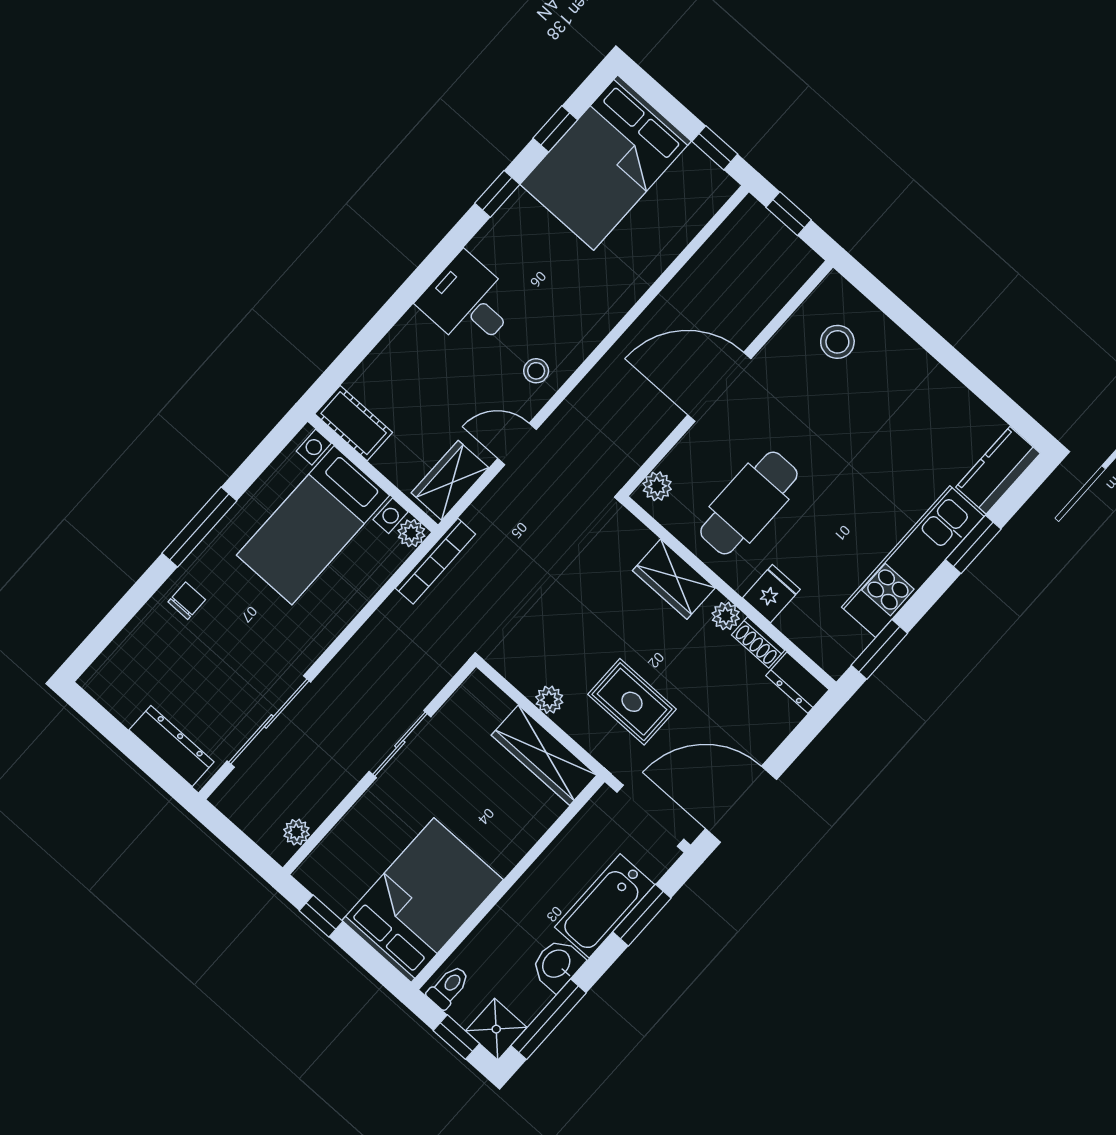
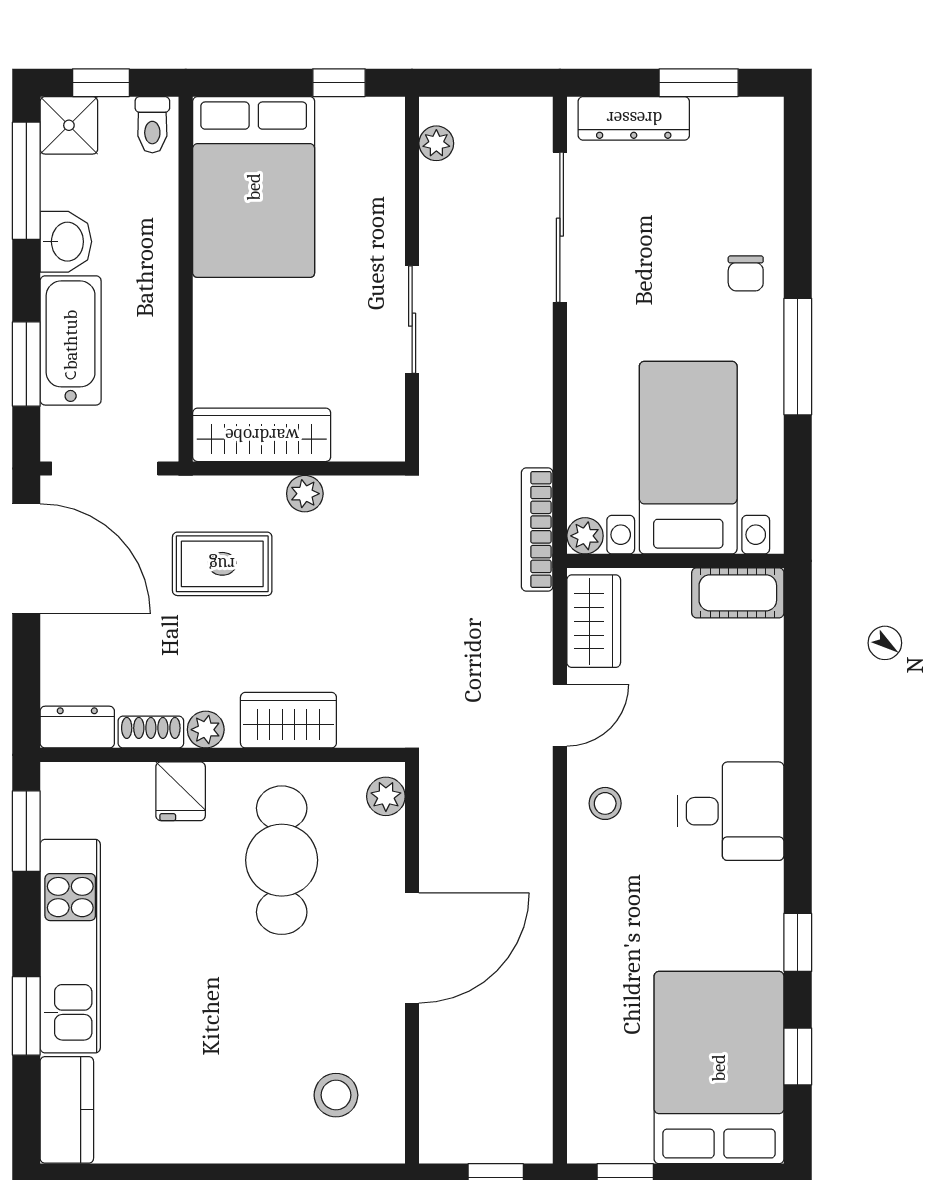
window: (116, 733) -> (699, 83), added
door: (741, 804) -> (26, 559), hinge flipped

